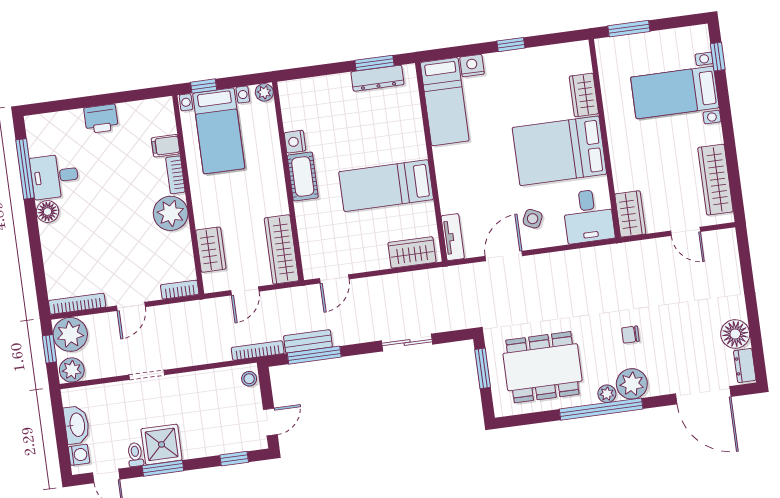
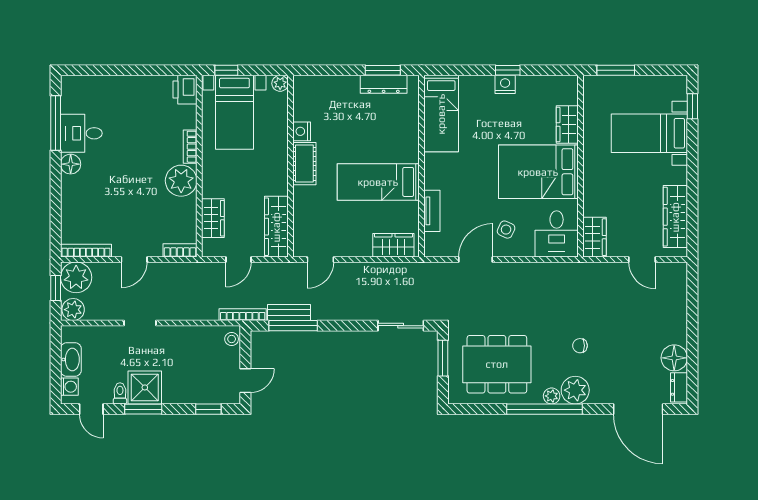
nightstand: (472, 66) -> (505, 84), moved
printer: (101, 119) -> (185, 90), moved, turned 90
filing cabinet: (166, 146) -> (185, 119), removed
tv unit: (453, 237) -> (432, 211), moved
sliding door: (407, 343) -> (401, 326), moved

